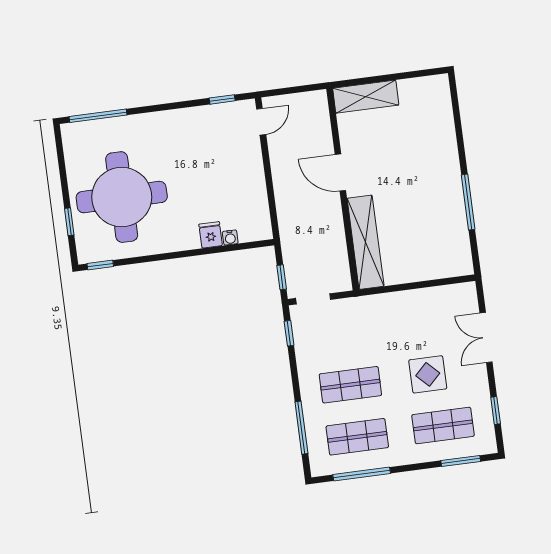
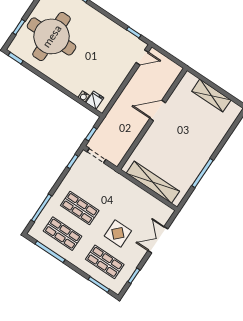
shelving: (366, 97) -> (211, 96), moved
door: (340, 173) -> (158, 110), hinge flipped
fridge: (211, 235) -> (95, 100), moved
shelving: (366, 242) -> (153, 182), moved, turned 90

